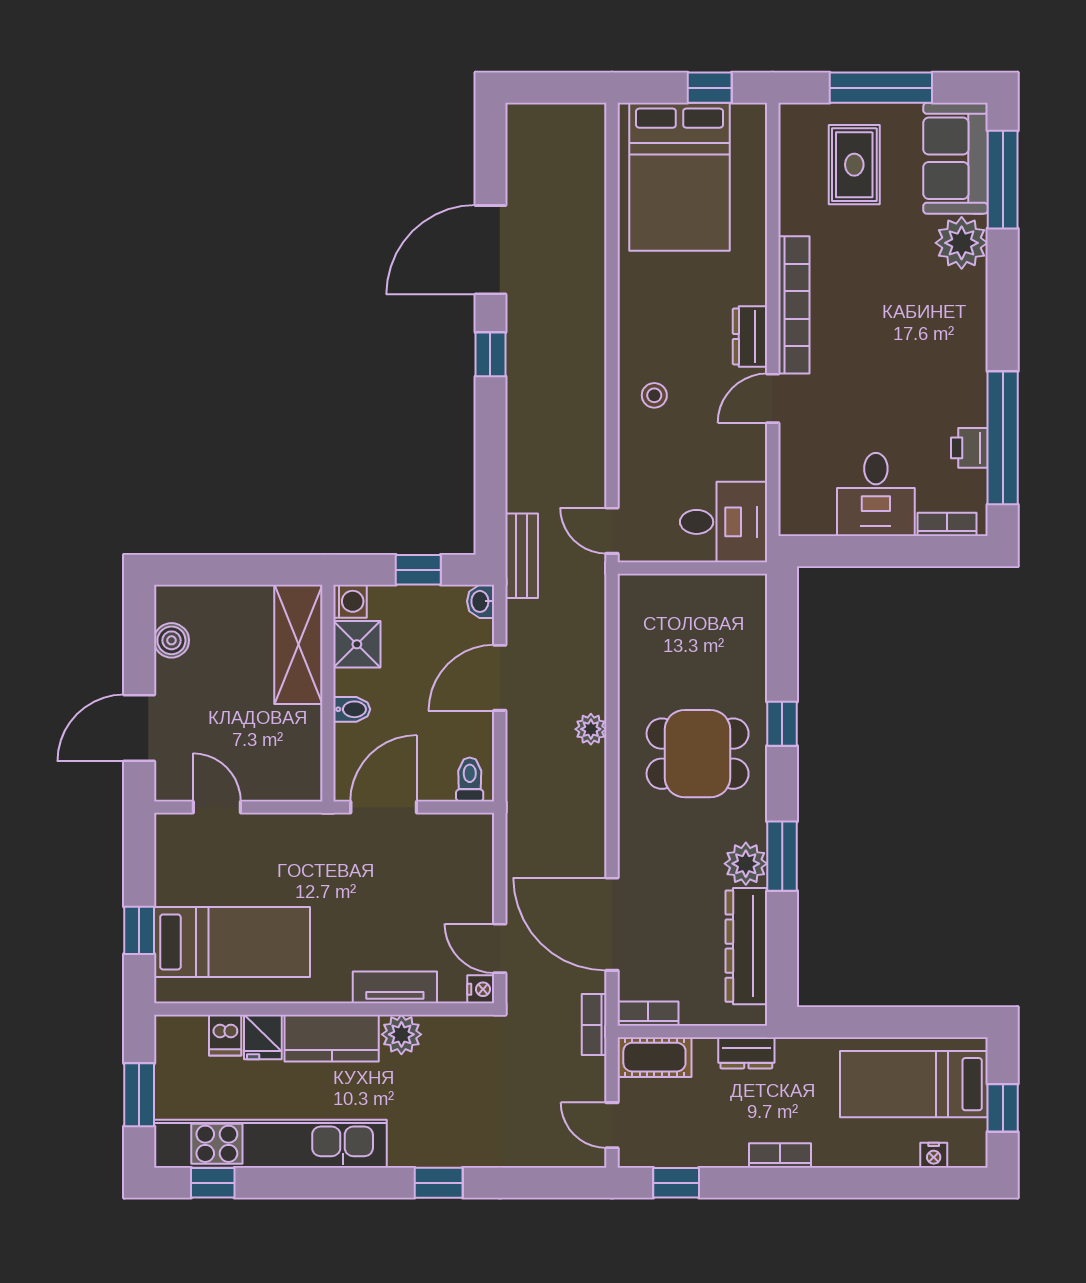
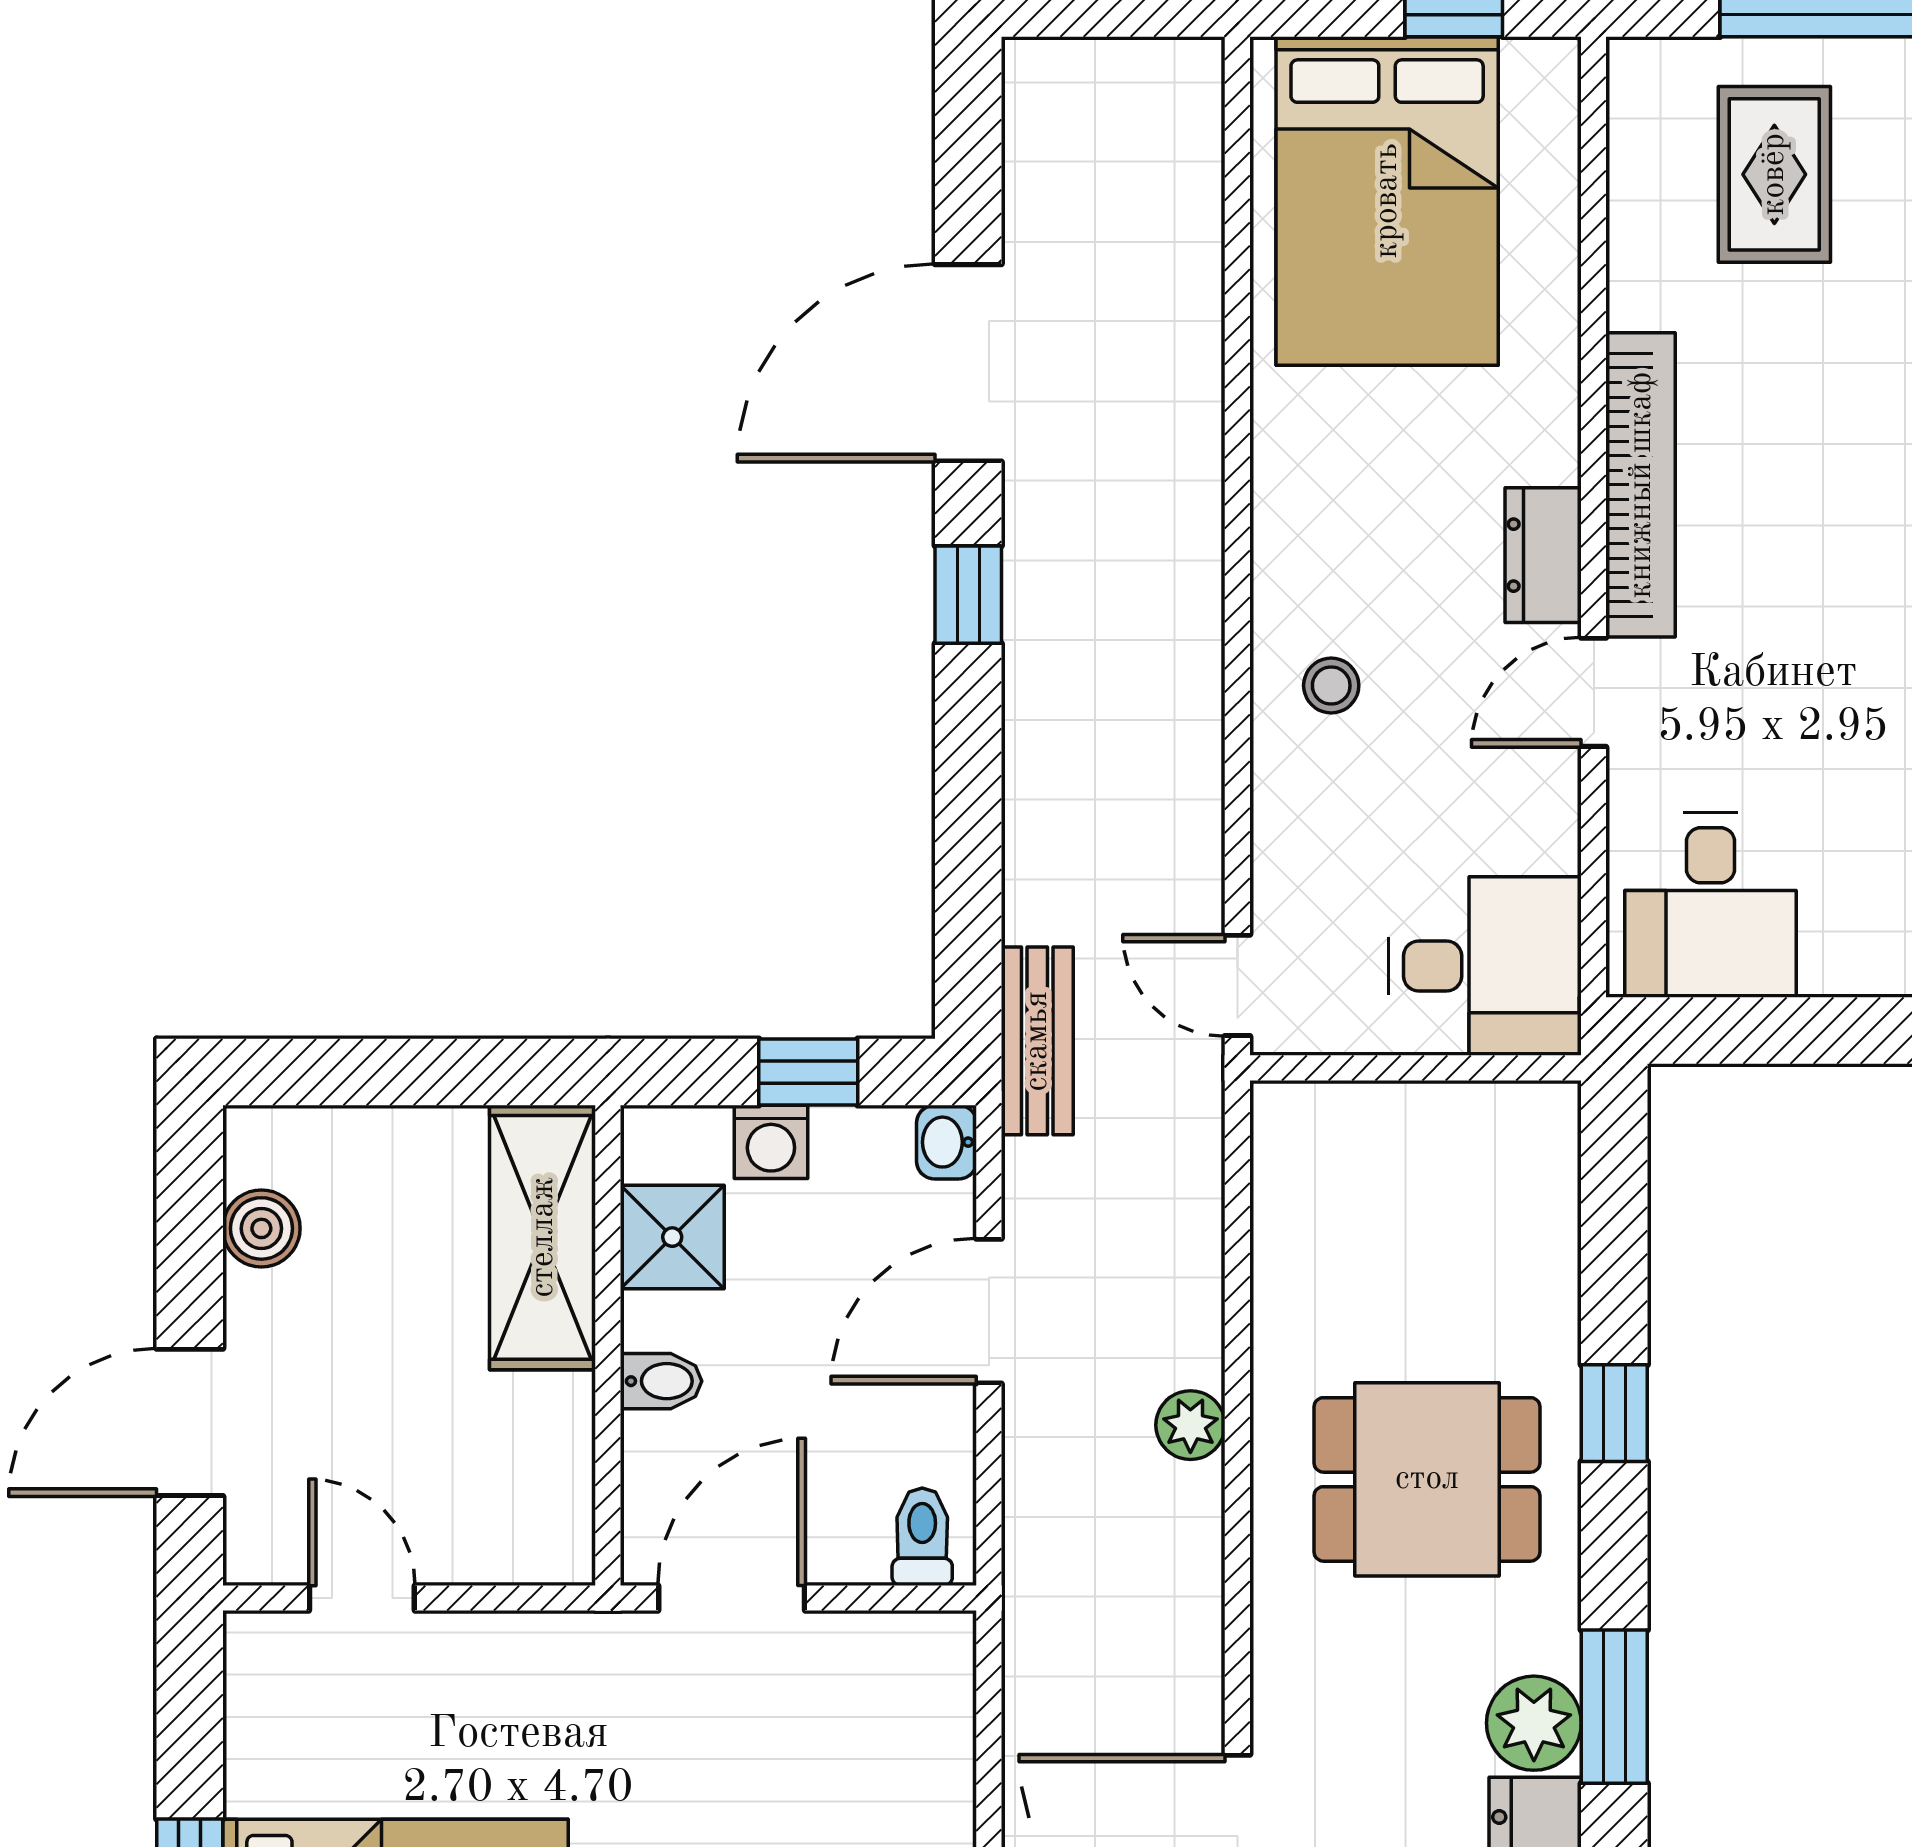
desk: (876, 494) -> (1711, 905), moved
washing machine: (350, 601) -> (771, 1142), moved, turned 90

